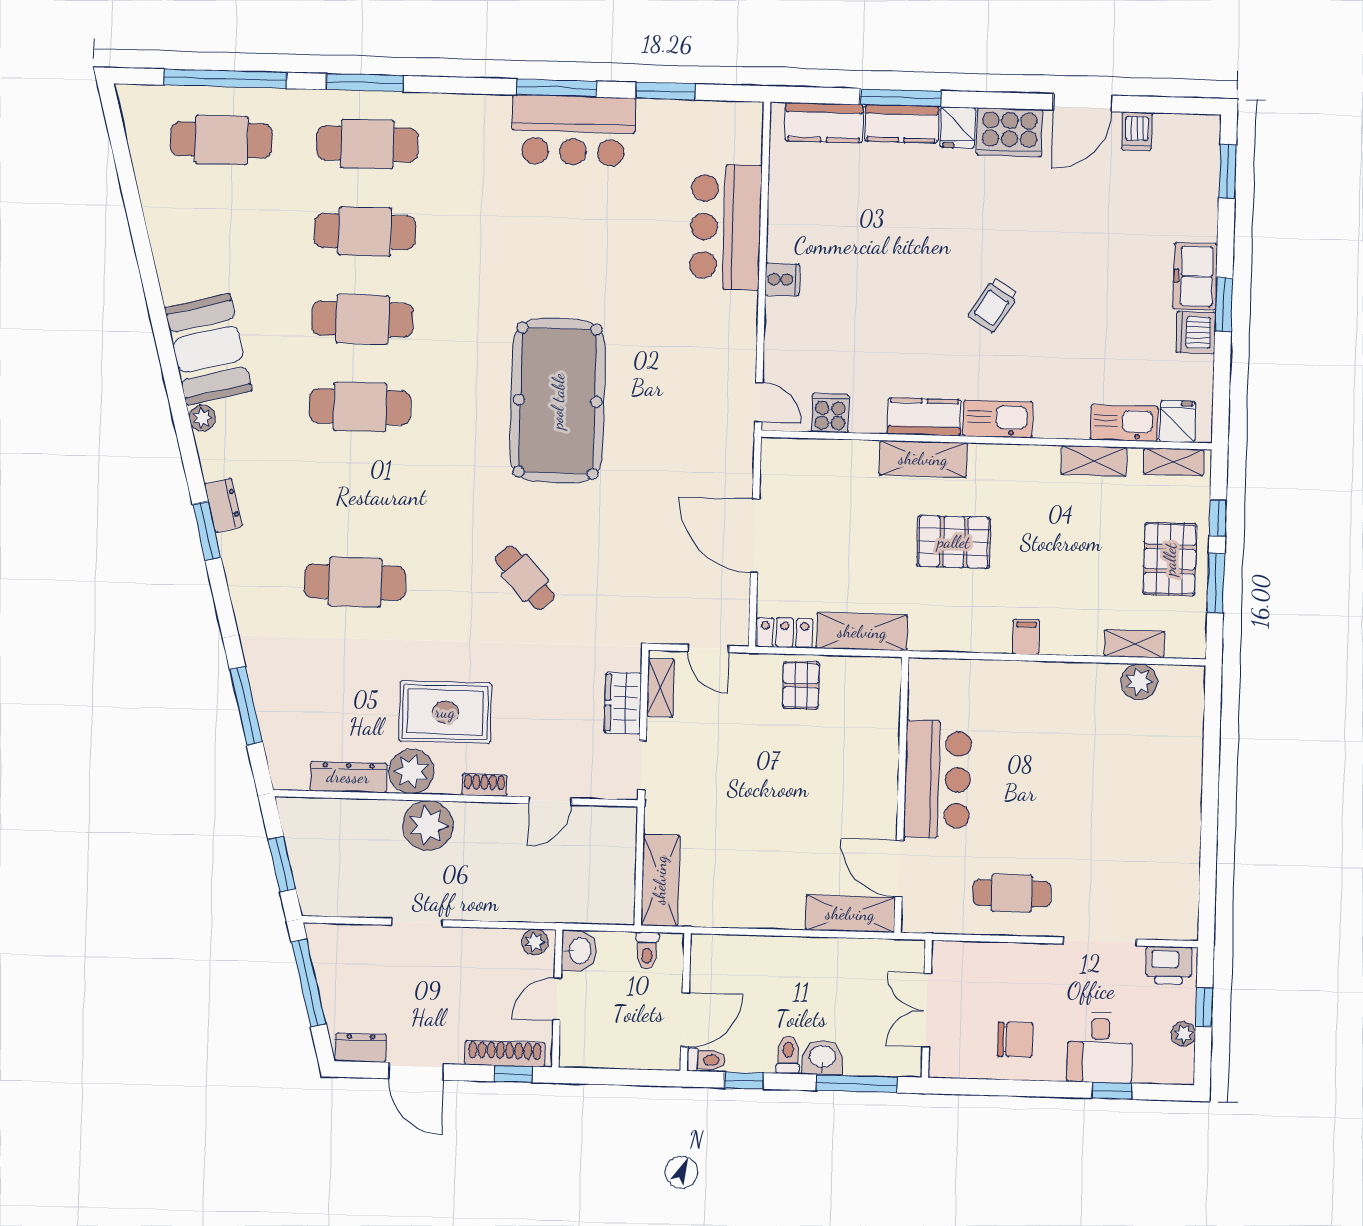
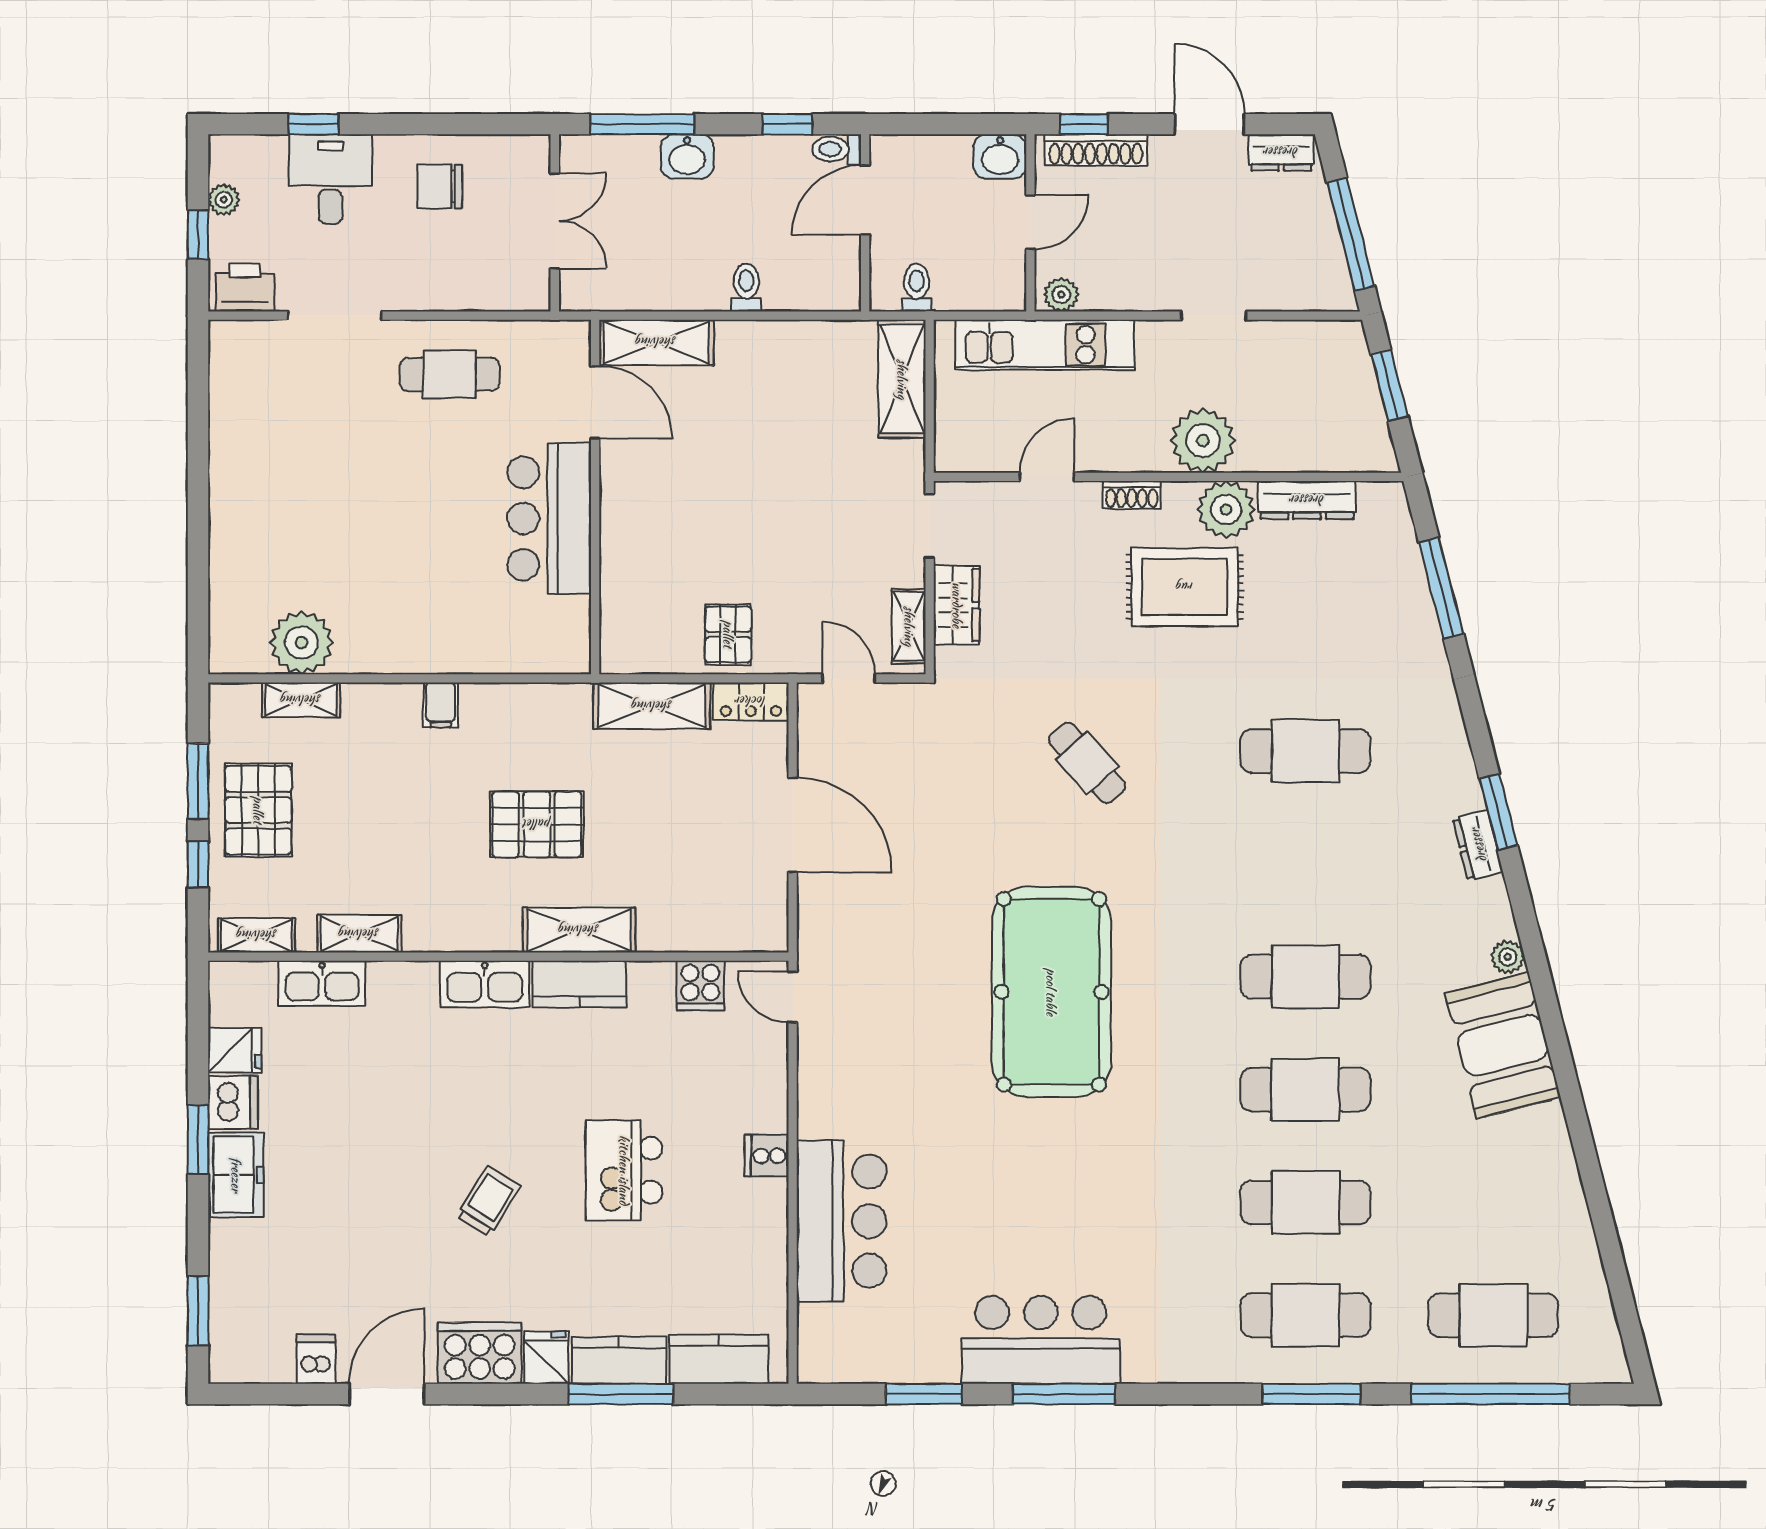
kitchen island: (894, 271) -> (624, 1170), added
trolley: (993, 305) -> (488, 1201), moved
fridge: (1178, 422) -> (235, 1050), moved, turned -90
plant: (1139, 682) -> (302, 643), width x1.36, depth x1.36
kitchen unit: (549, 903) -> (1045, 345), added
washbasin: (579, 951) -> (1000, 157), moved, turned -90
toilet: (788, 1055) -> (746, 287), moved, turned 180

